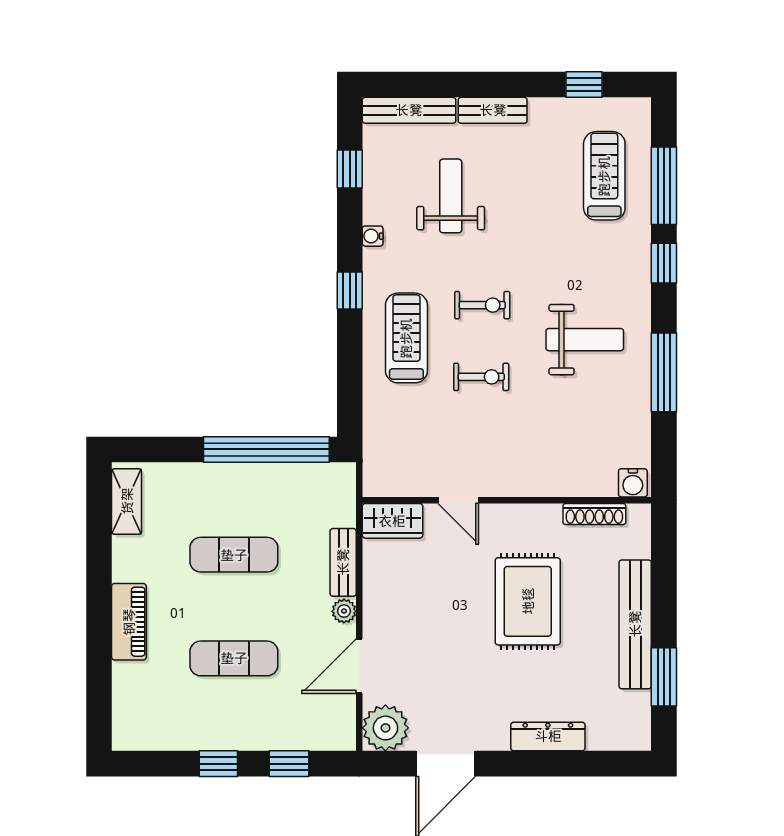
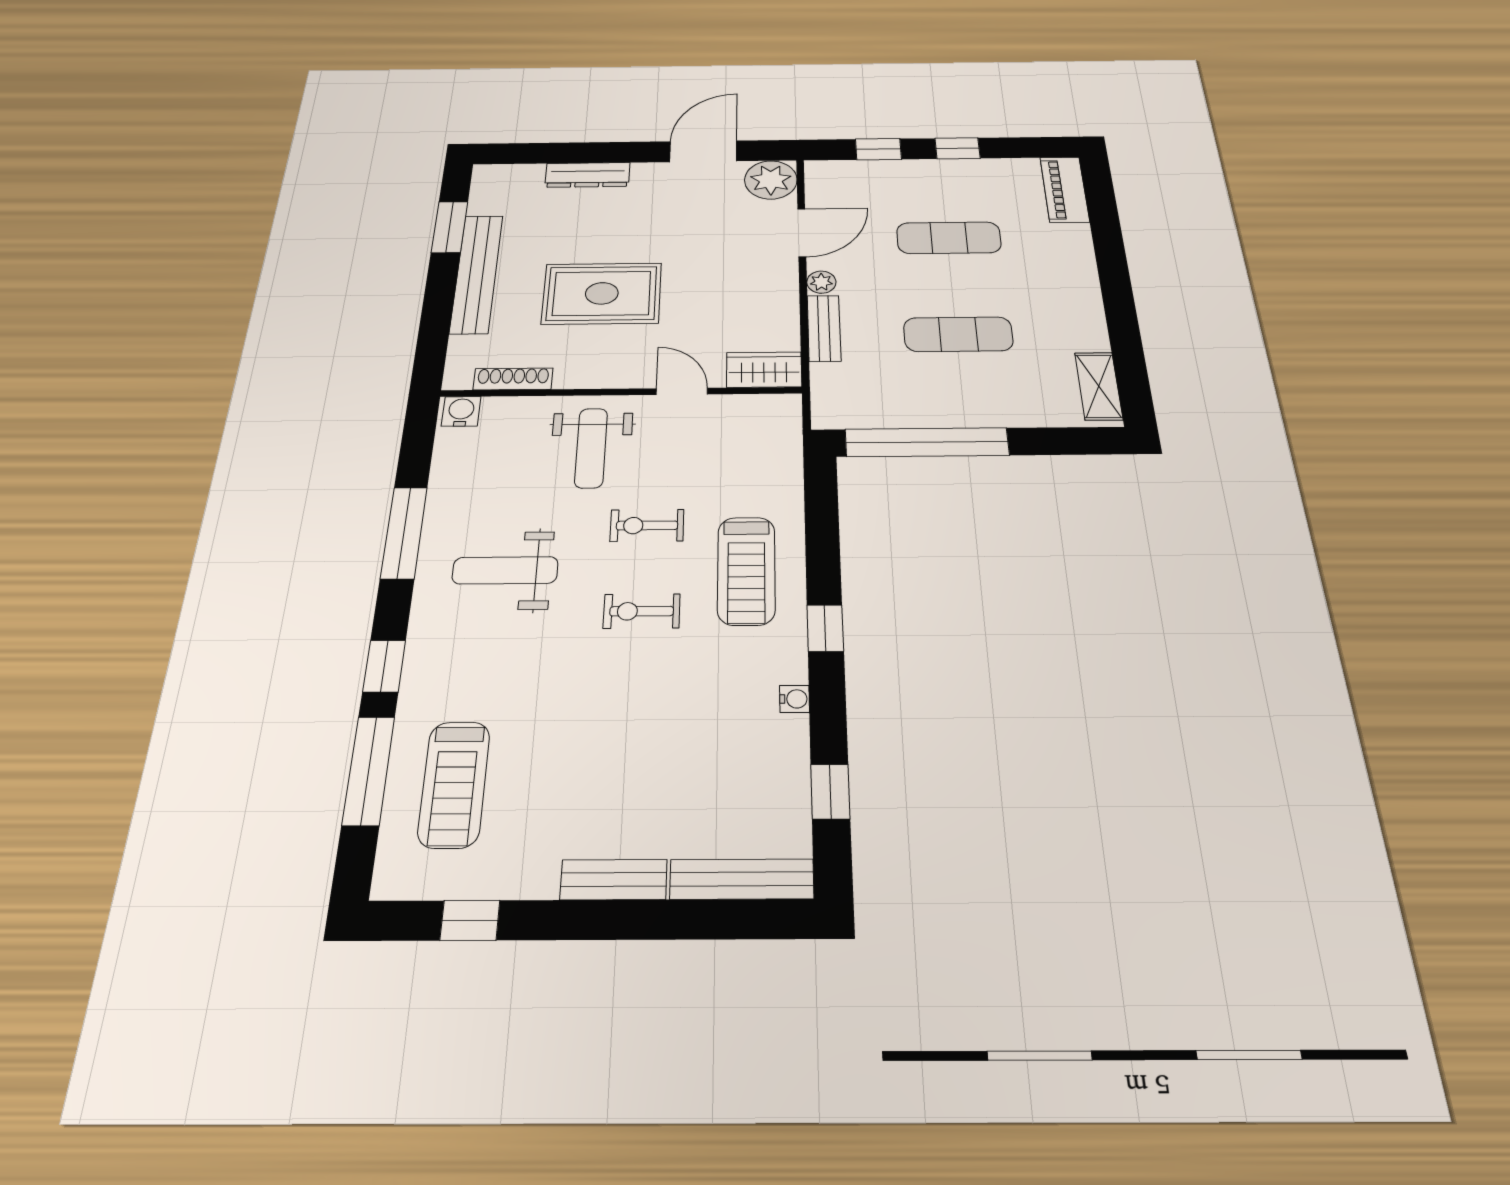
weight bench: (451, 196) -> (591, 448), moved
rug: (528, 601) -> (602, 293), turned 90
piano: (129, 622) -> (1065, 189), moved

